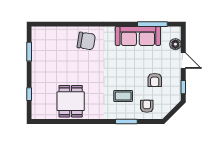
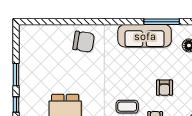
window: (29, 52) -> (16, 75), moved

